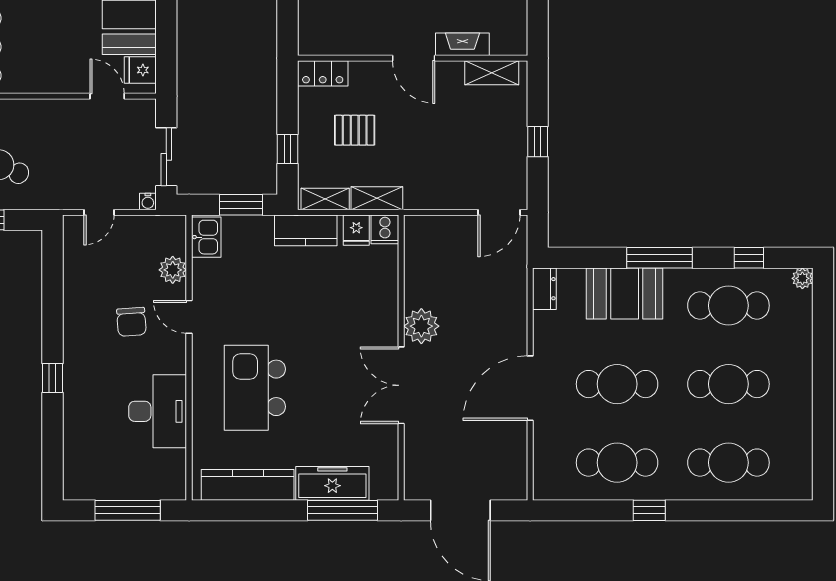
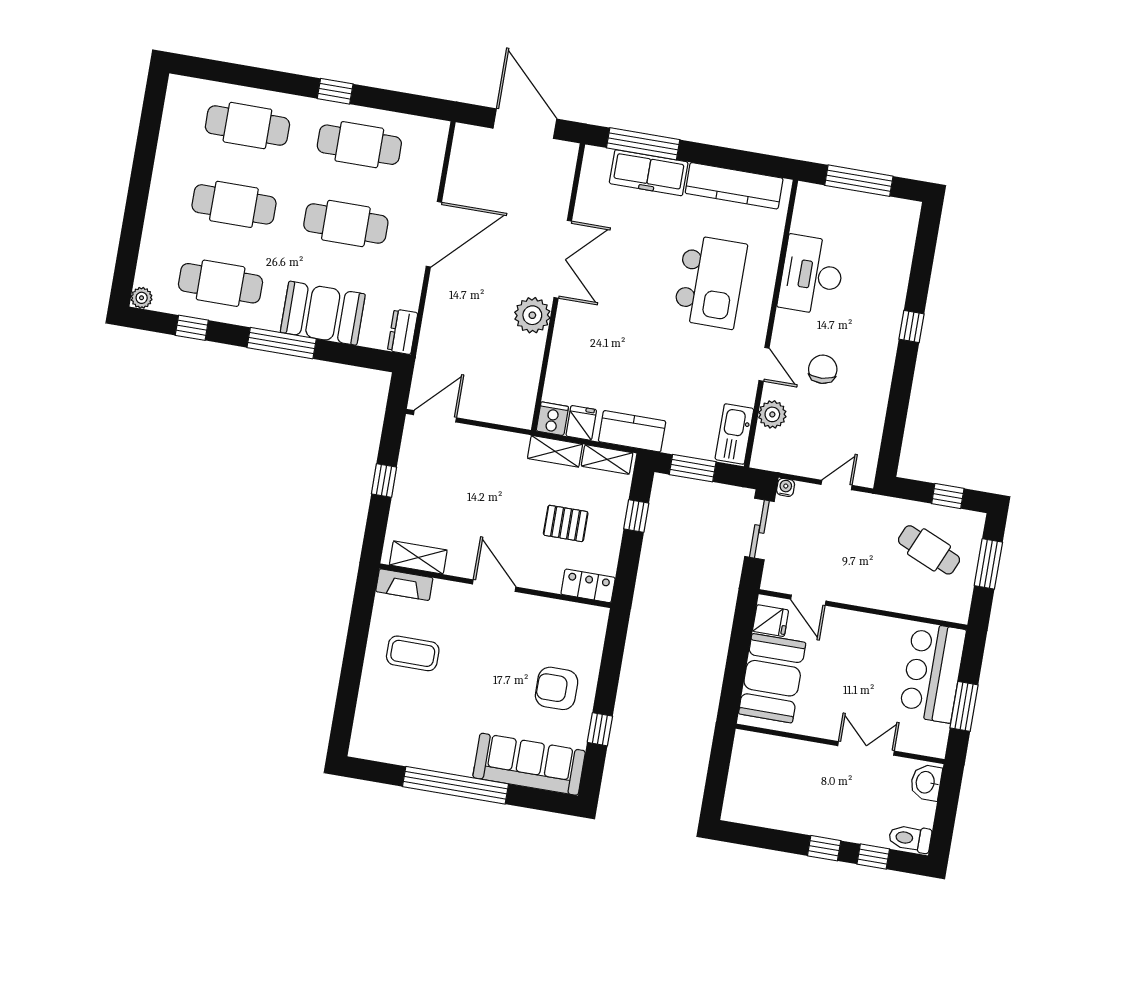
fireplace: (462, 44) -> (404, 585), moved
kitchen sink: (206, 237) -> (734, 434), width x1.38

